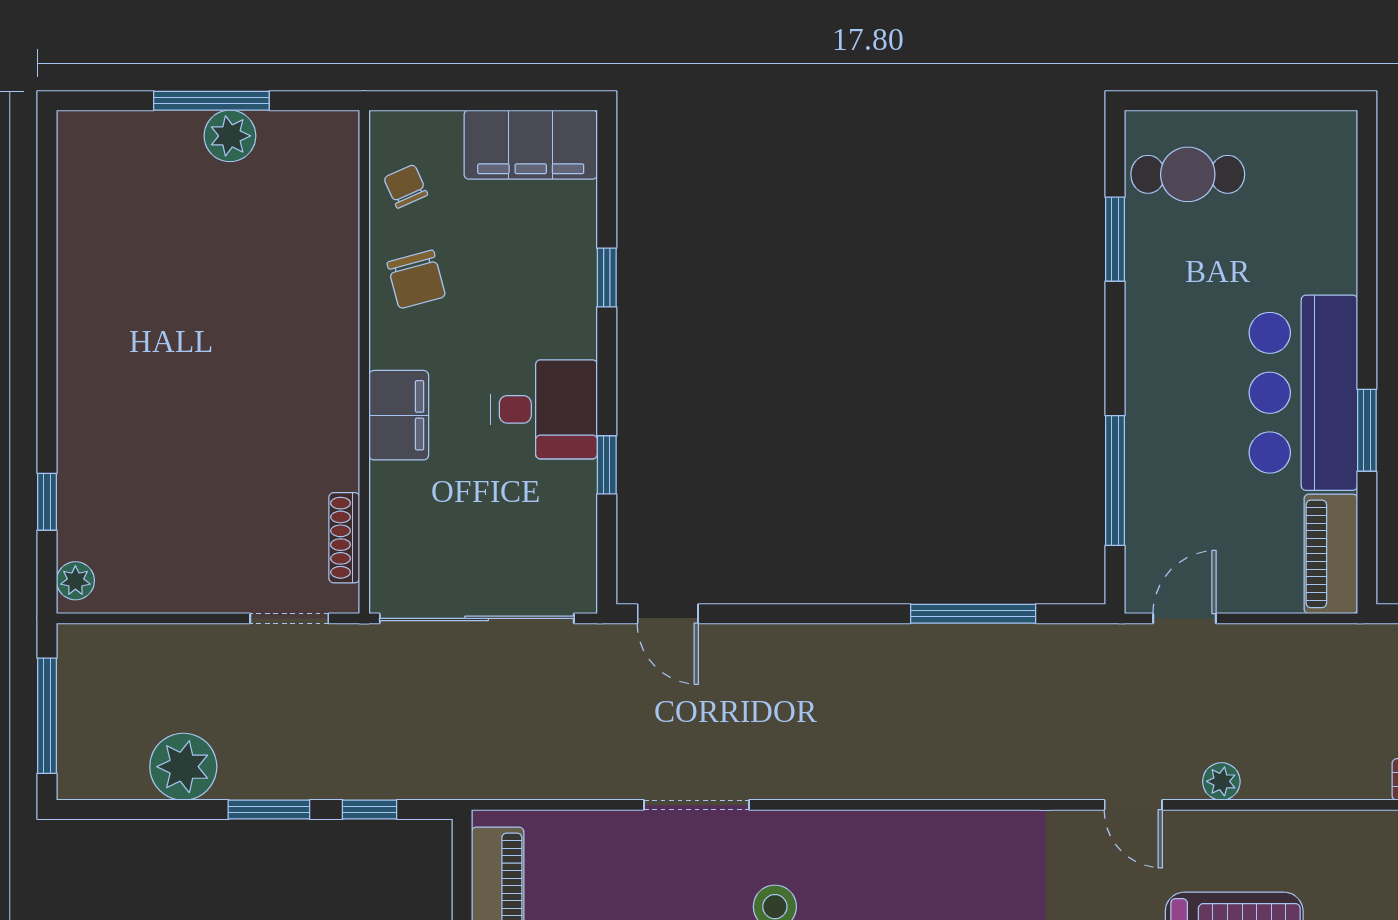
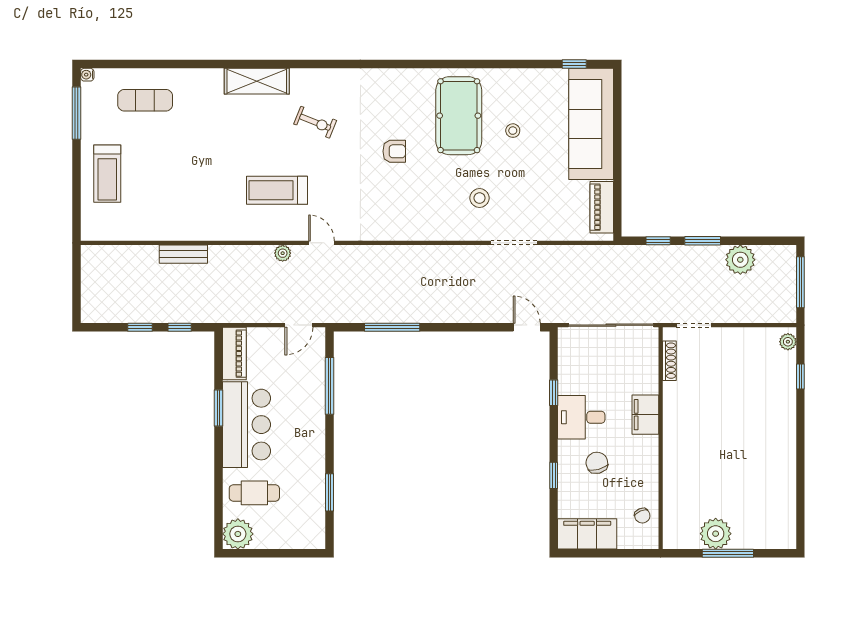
plant: (230, 136) -> (716, 534), width x1.36, depth x1.36
plant: (1323, 145) -> (238, 534), added
cafe table: (1188, 174) -> (254, 493), moved
chair: (416, 279) -> (597, 463), moved

